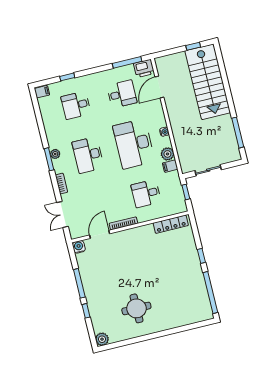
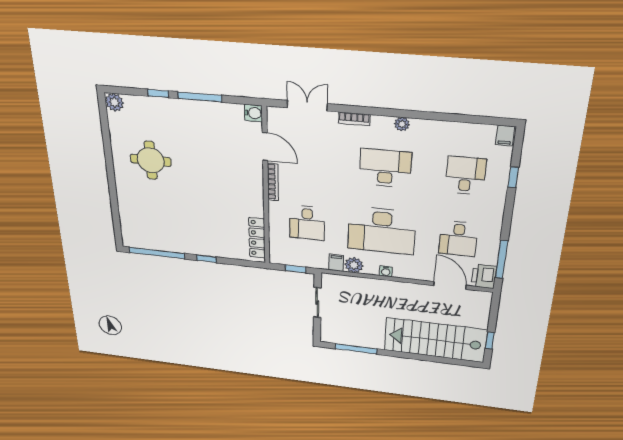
desk: (134, 144) -> (382, 231), turned 180
window: (49, 159) -> (397, 113), removed
desk: (146, 194) -> (307, 223), turned 180

